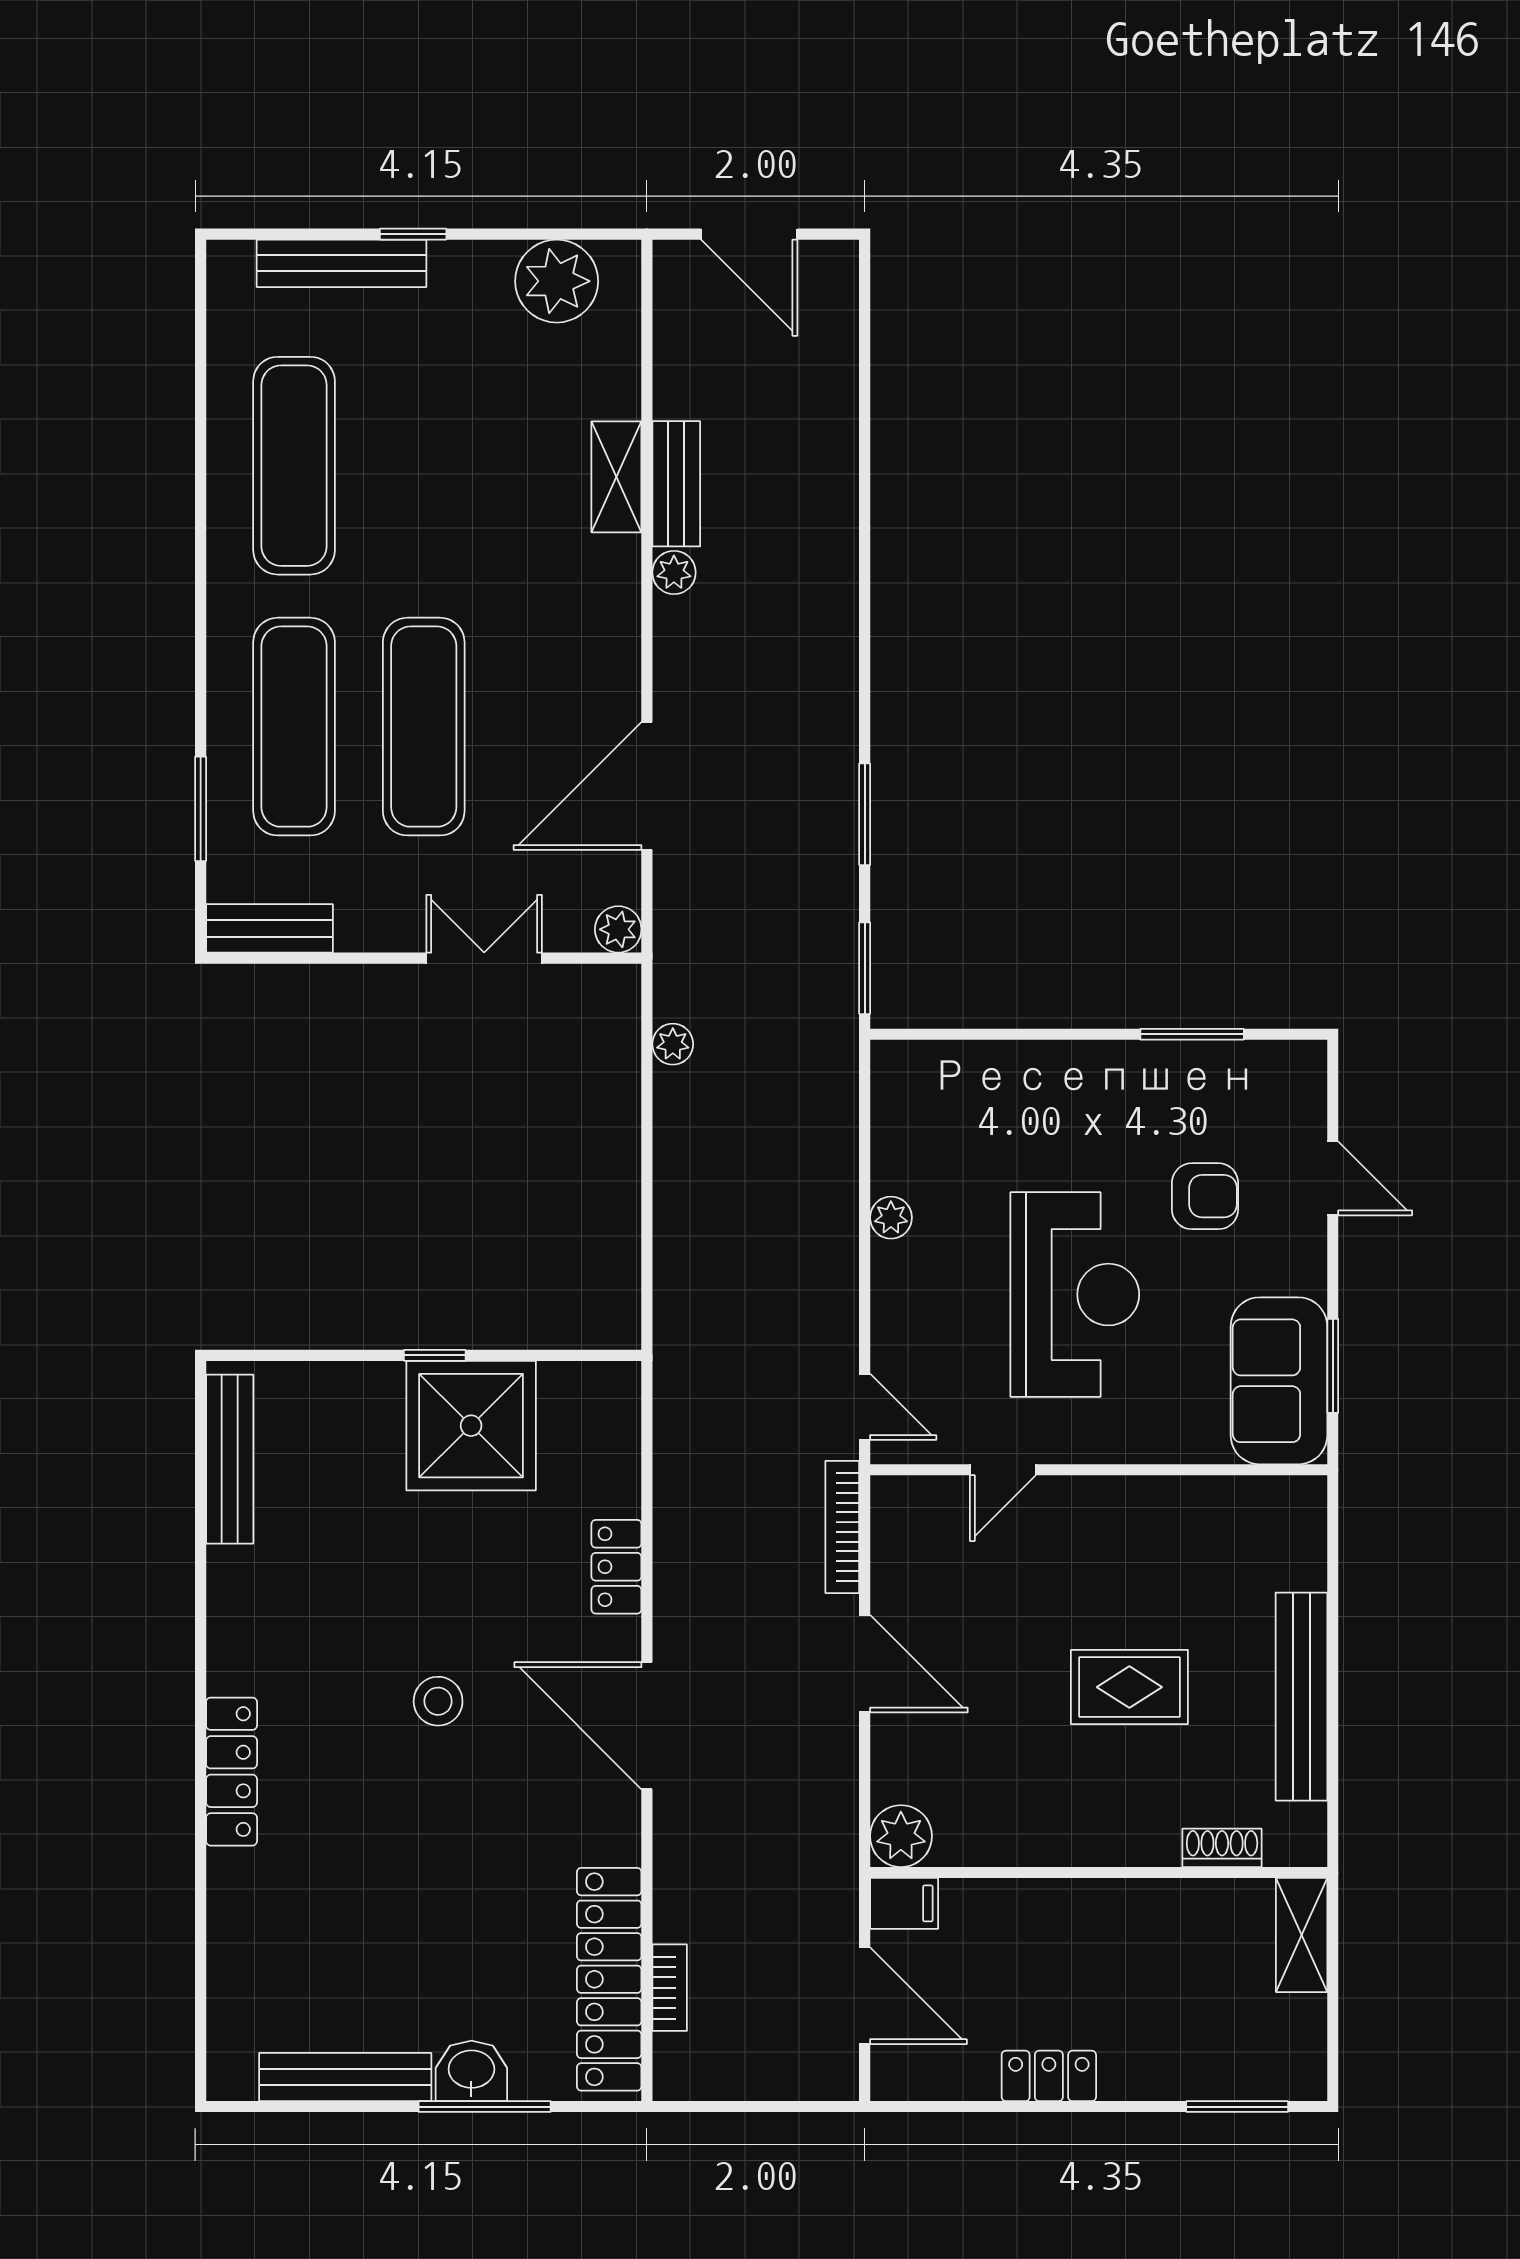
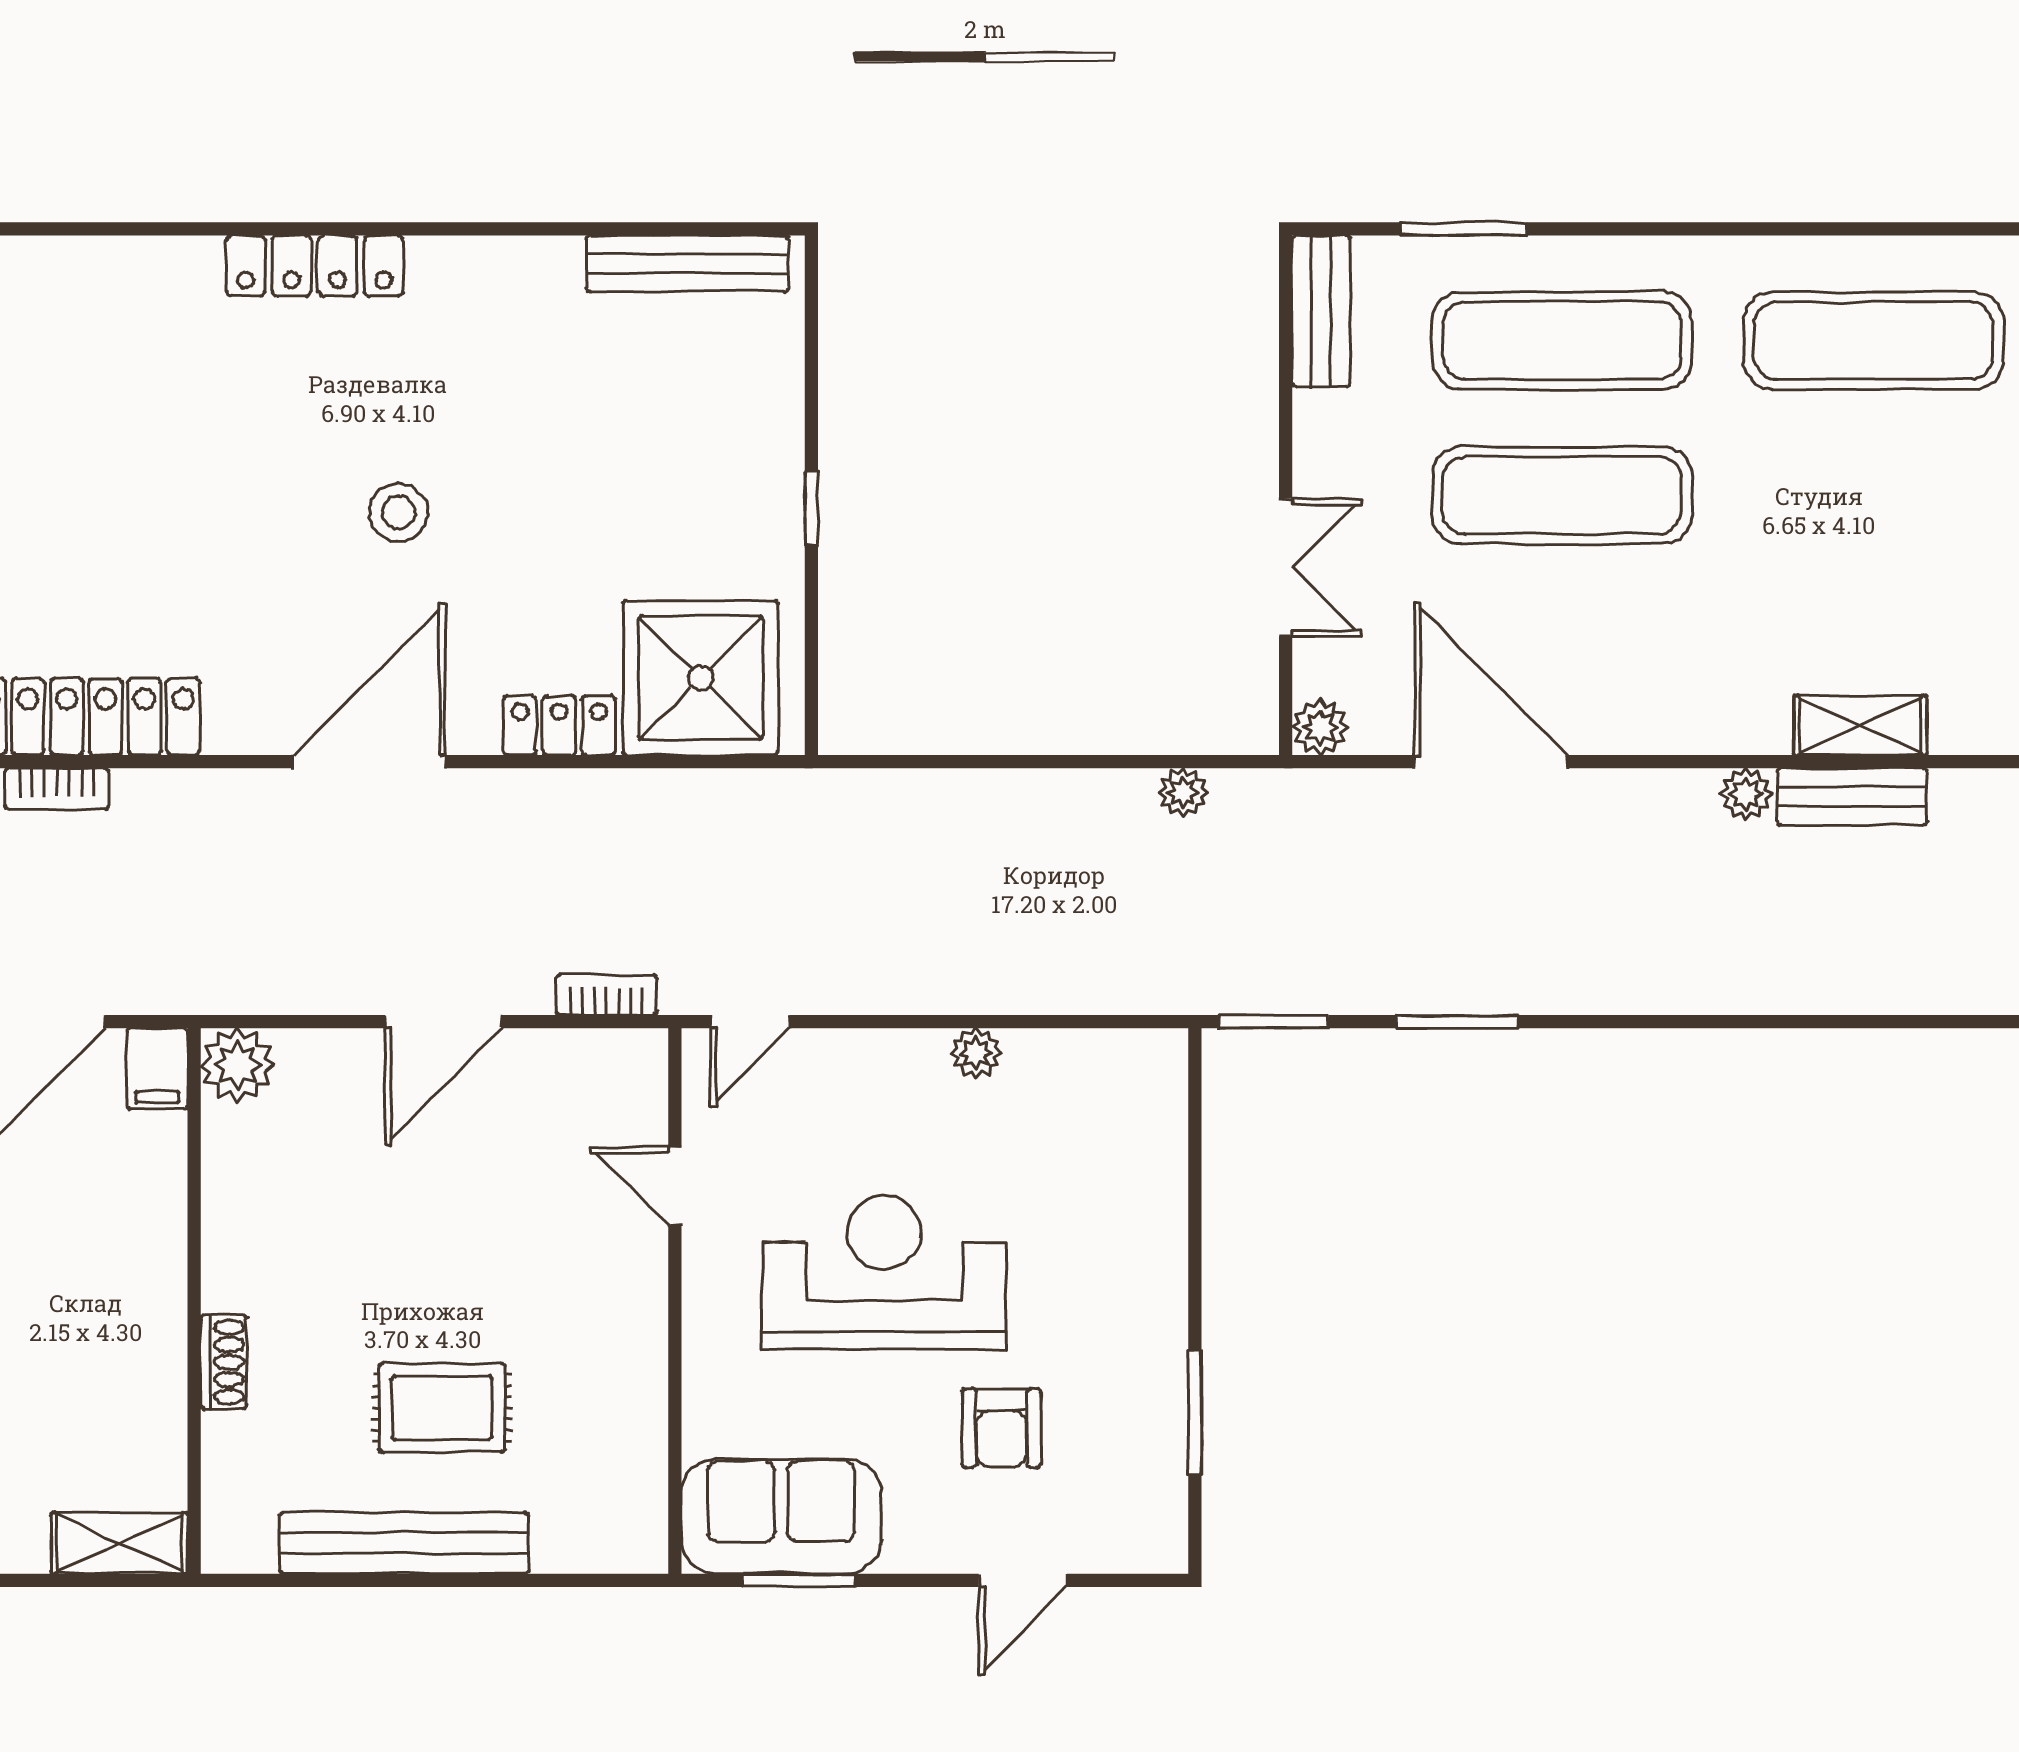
reception desk: (1075, 1295) -> (884, 1272), turned 180
shower: (471, 1426) -> (701, 678), moved
bookcase: (842, 1527) -> (607, 995), width x0.64
rug: (1129, 1687) -> (442, 1408), moved, turned 90
shoe rack: (1222, 1848) -> (224, 1362), moved

